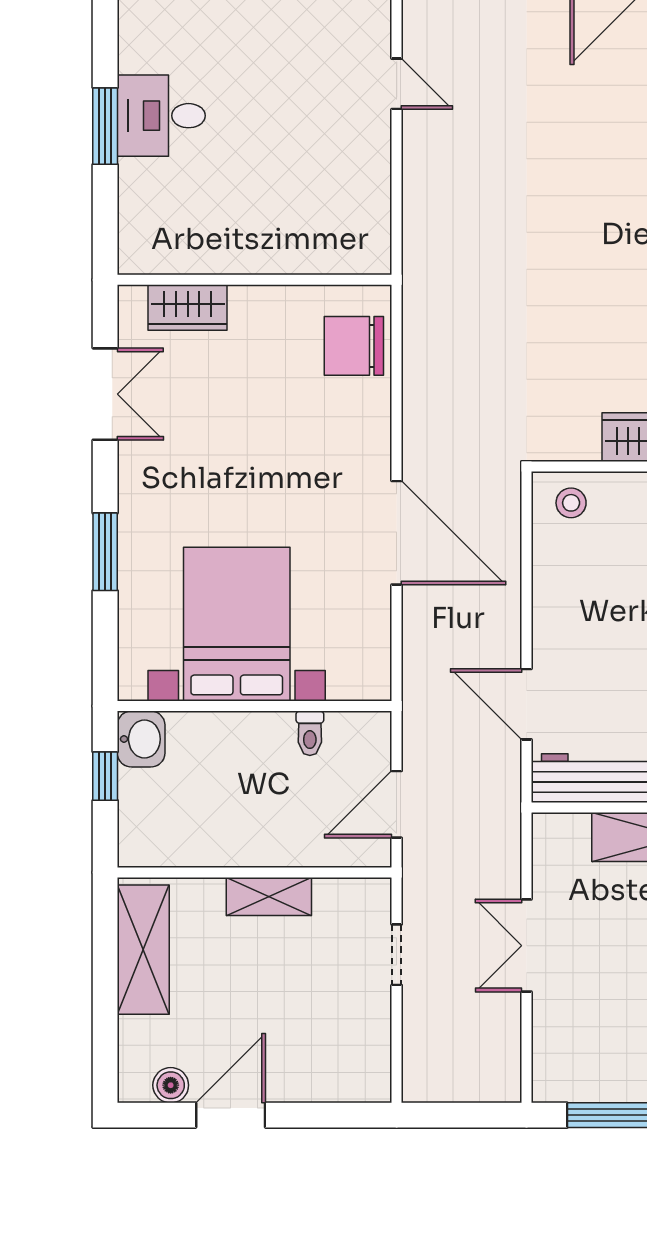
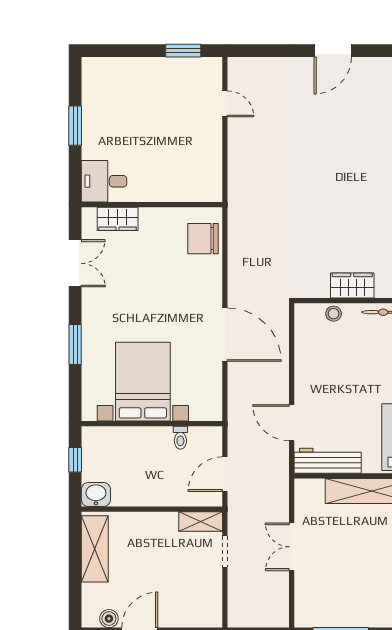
desk: (161, 116) -> (104, 181), moved
stool: (571, 503) -> (334, 314), moved
washbasin: (141, 739) -> (96, 494), moved, turned -90
shelving: (269, 896) -> (201, 522), moved

